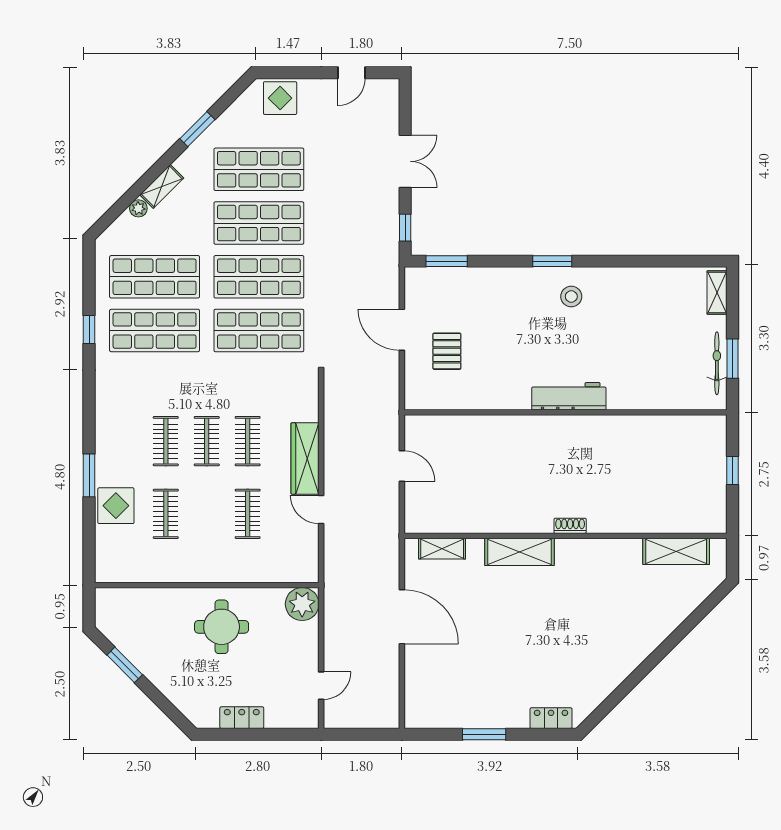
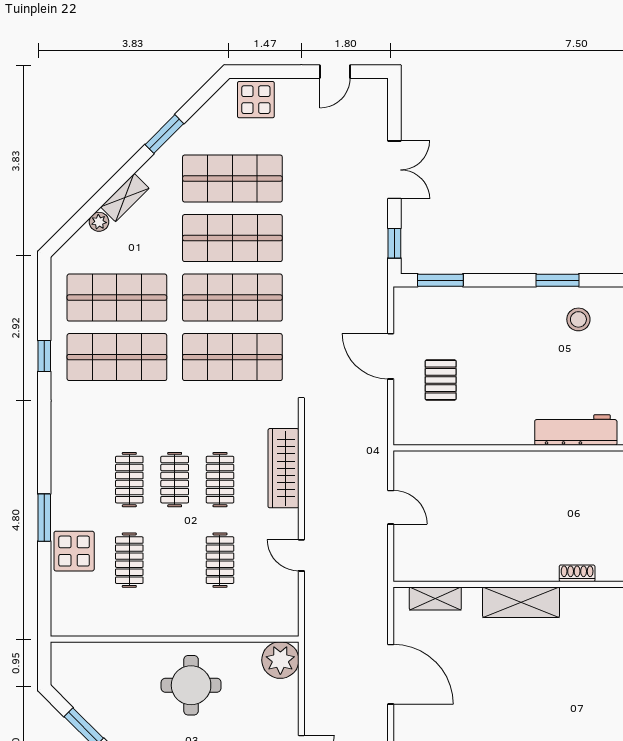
wardrobe: (305, 458) -> (283, 468), moved

